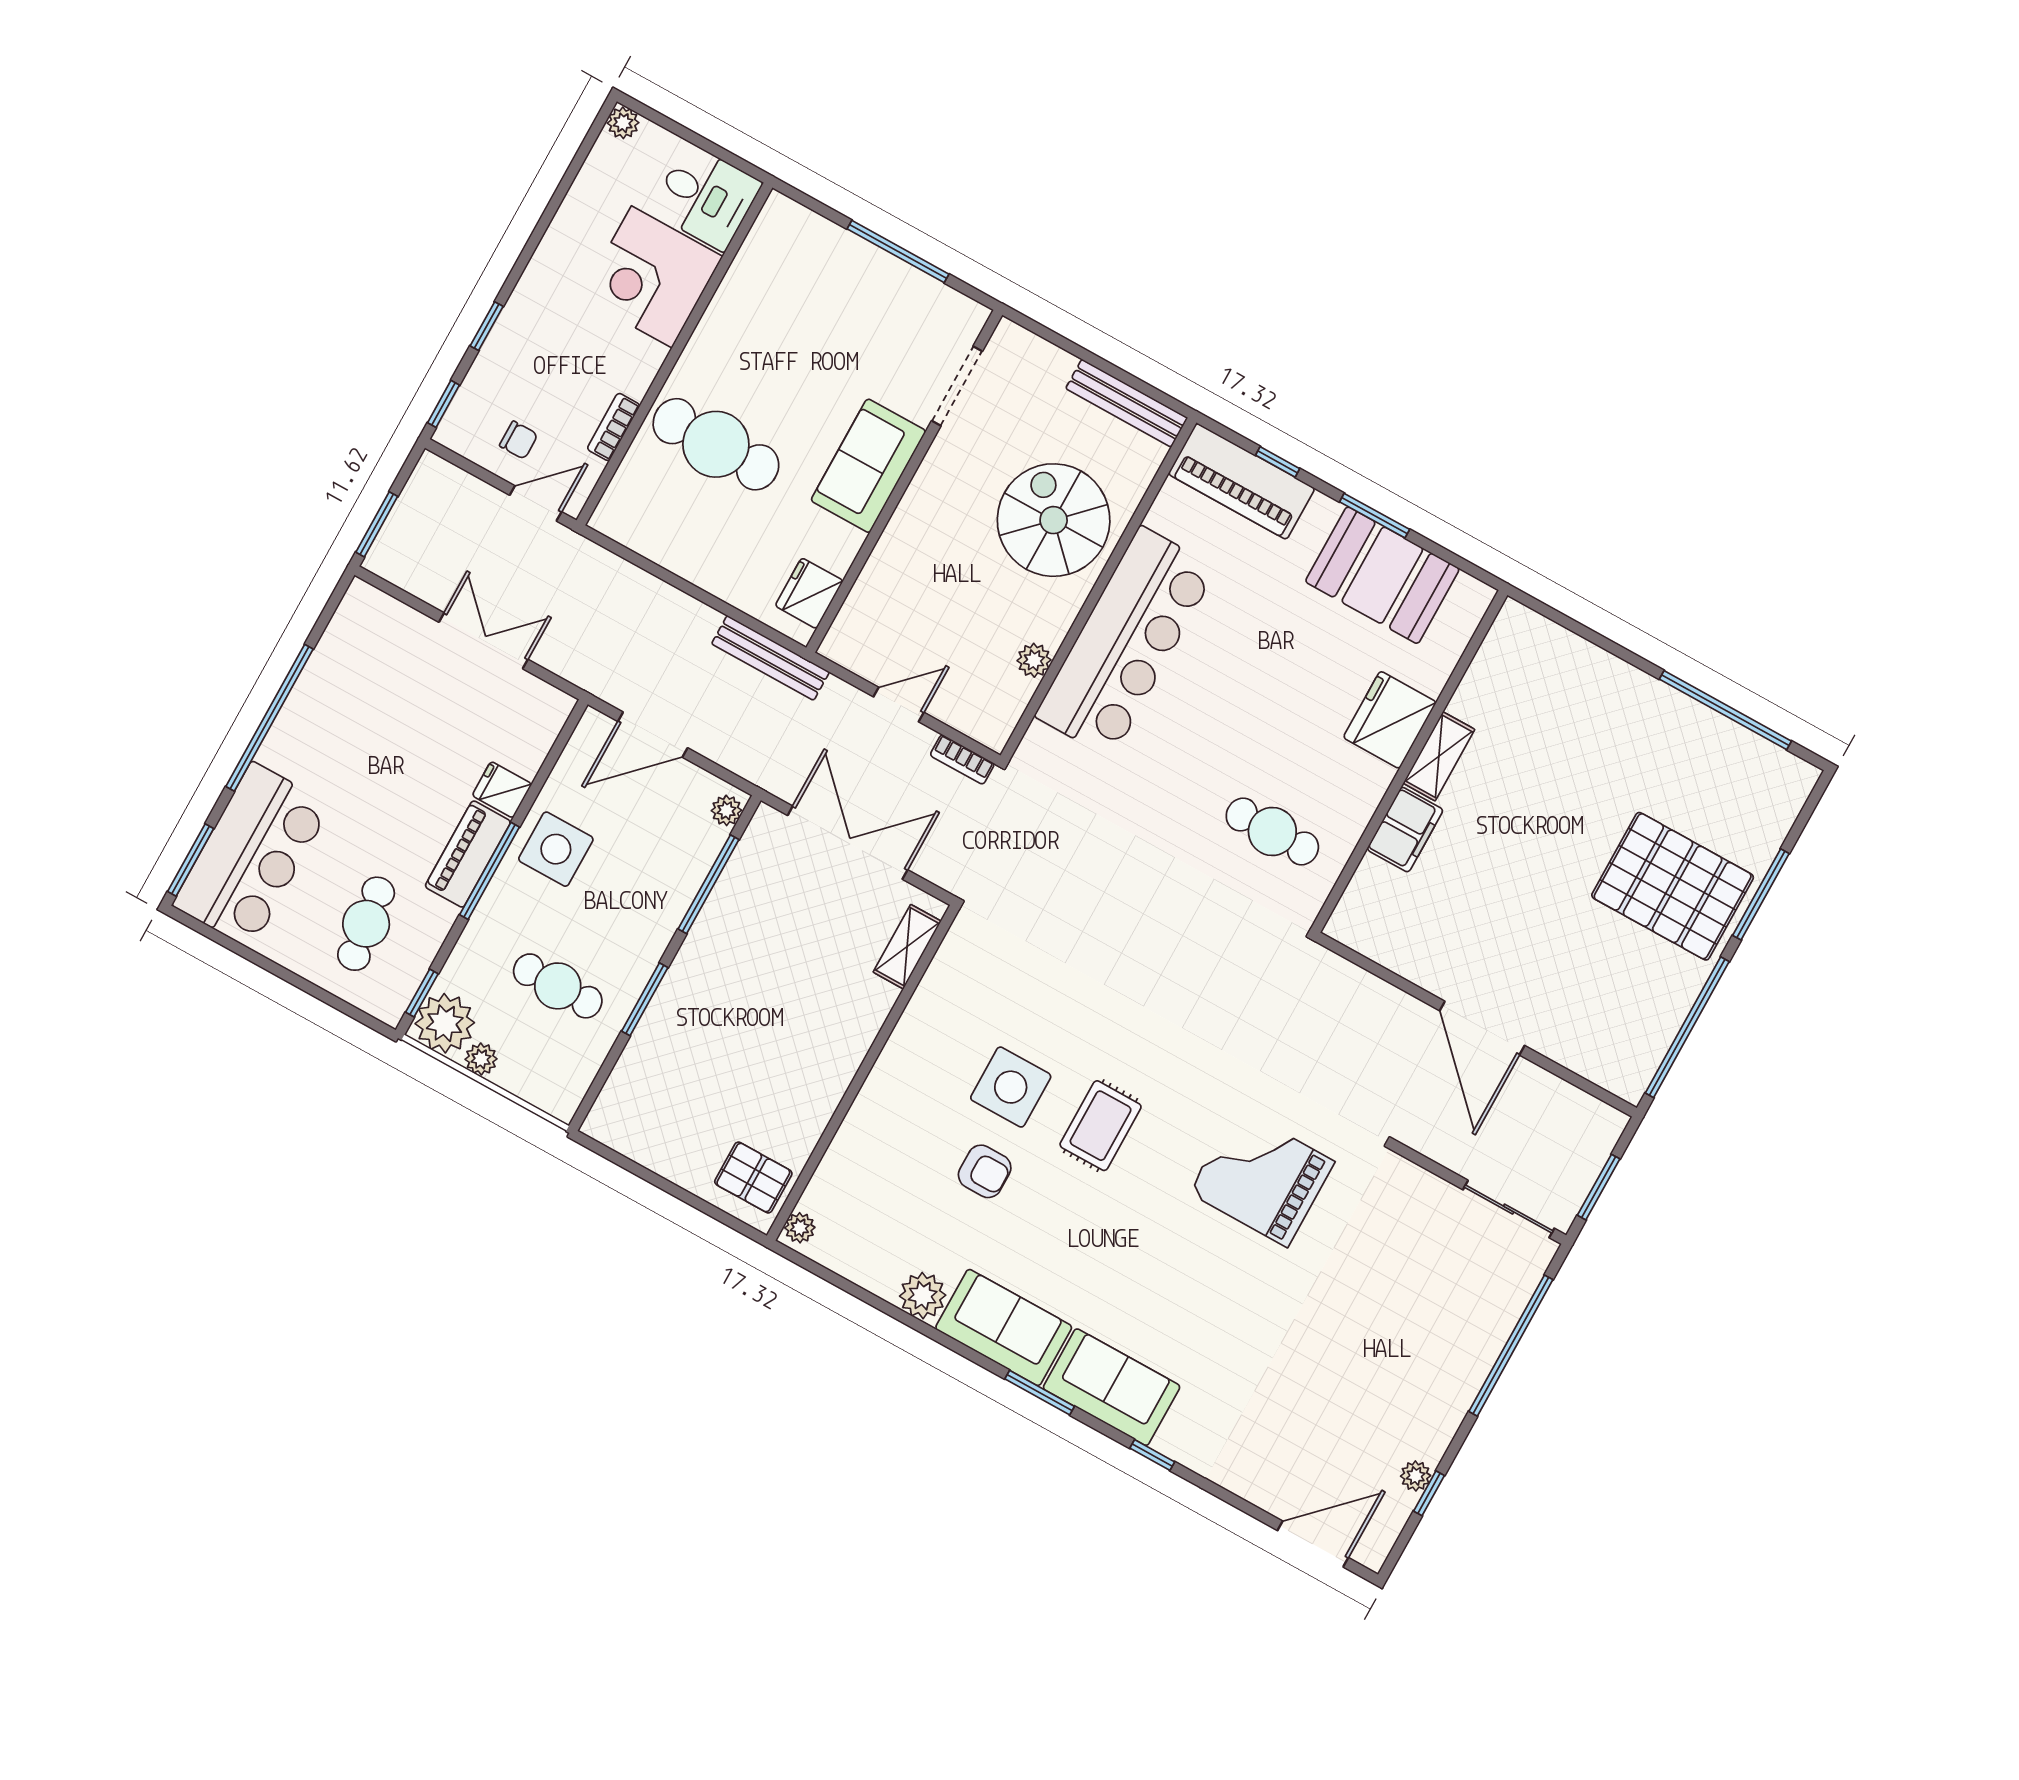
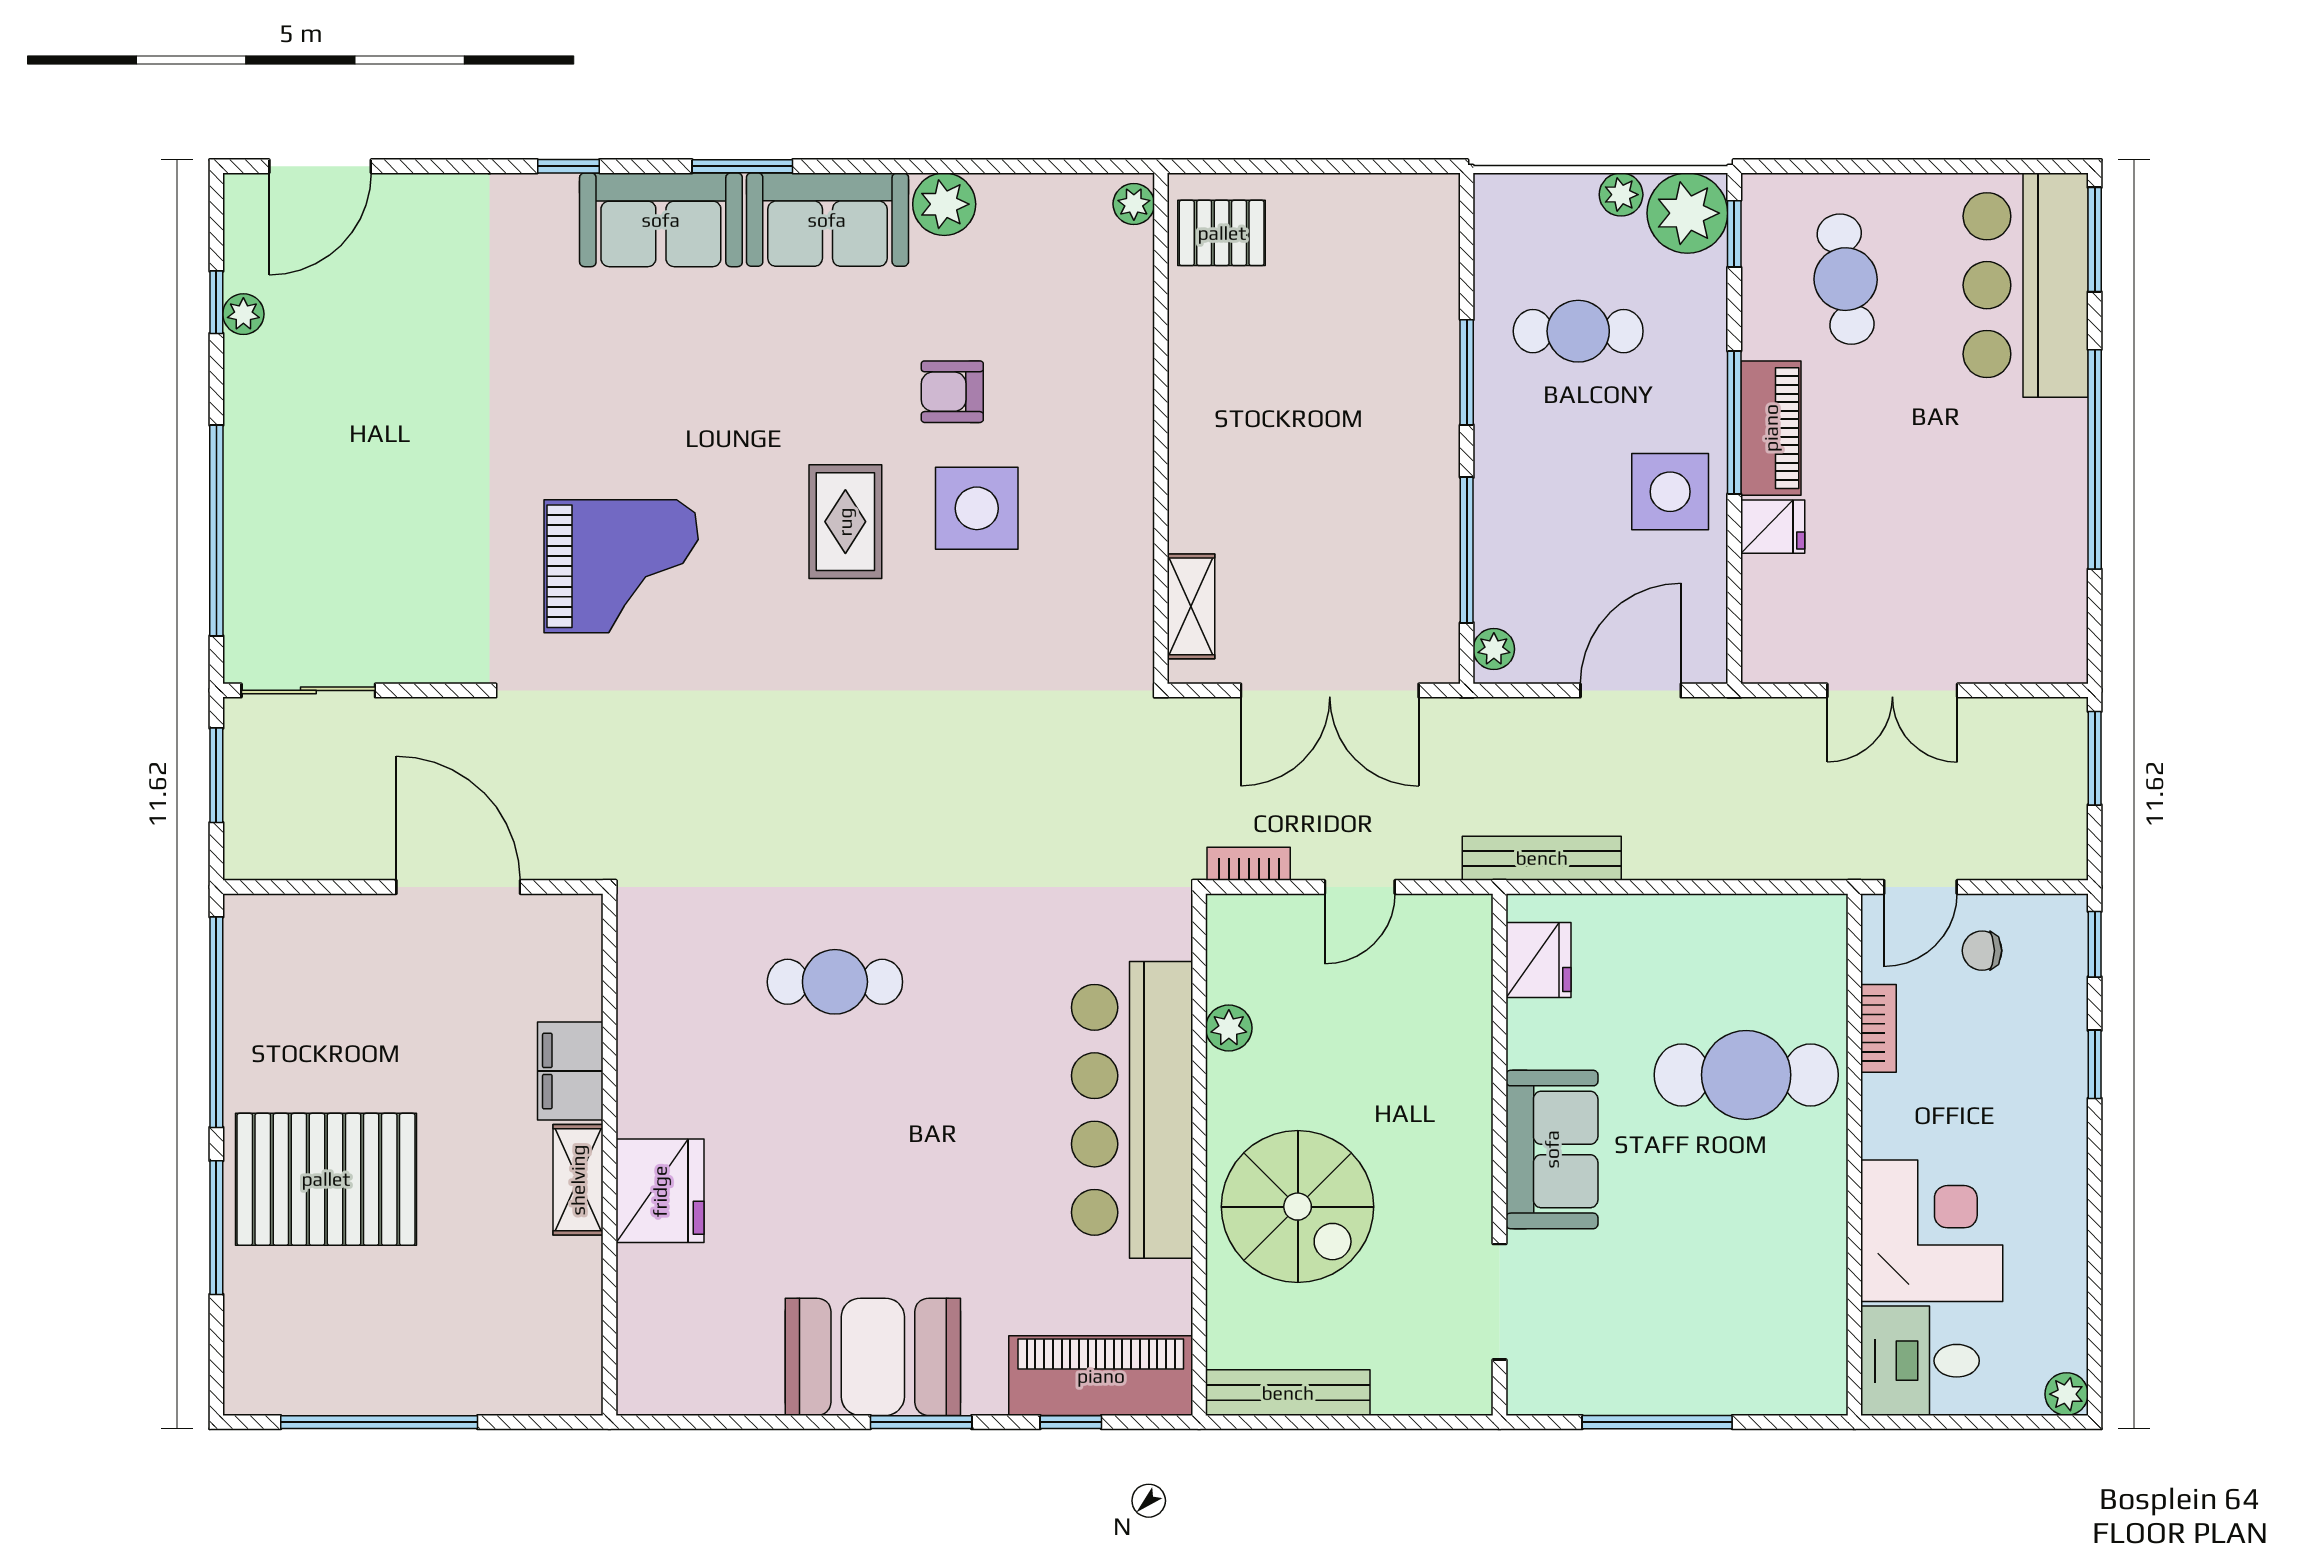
fridge: (1390, 720) -> (660, 1191), moved
shelving: (1439, 756) -> (578, 1180), moved
wall: (1410, 761) -> (609, 1155), moved
filing cabinet: (1405, 830) -> (570, 1071), moved

